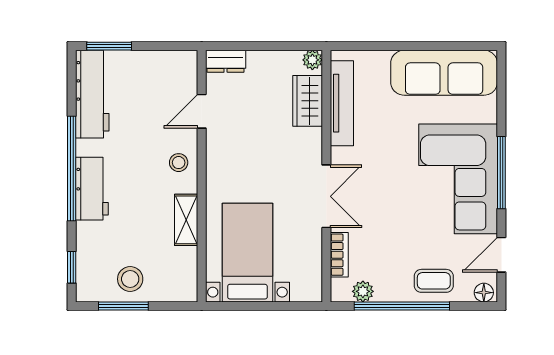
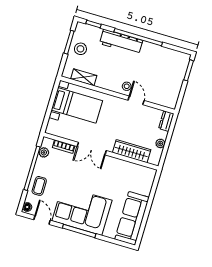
plant: (312, 60) -> (160, 143), moved
workbench: (92, 94) -> (169, 56), removed
wardrobe: (308, 101) -> (132, 151), width x1.50
tv unit: (342, 103) -> (132, 168), removed
door: (202, 111) -> (136, 100), moved
workbench: (92, 189) -> (121, 42), width x1.38
shelving: (186, 220) -> (84, 77), moved

